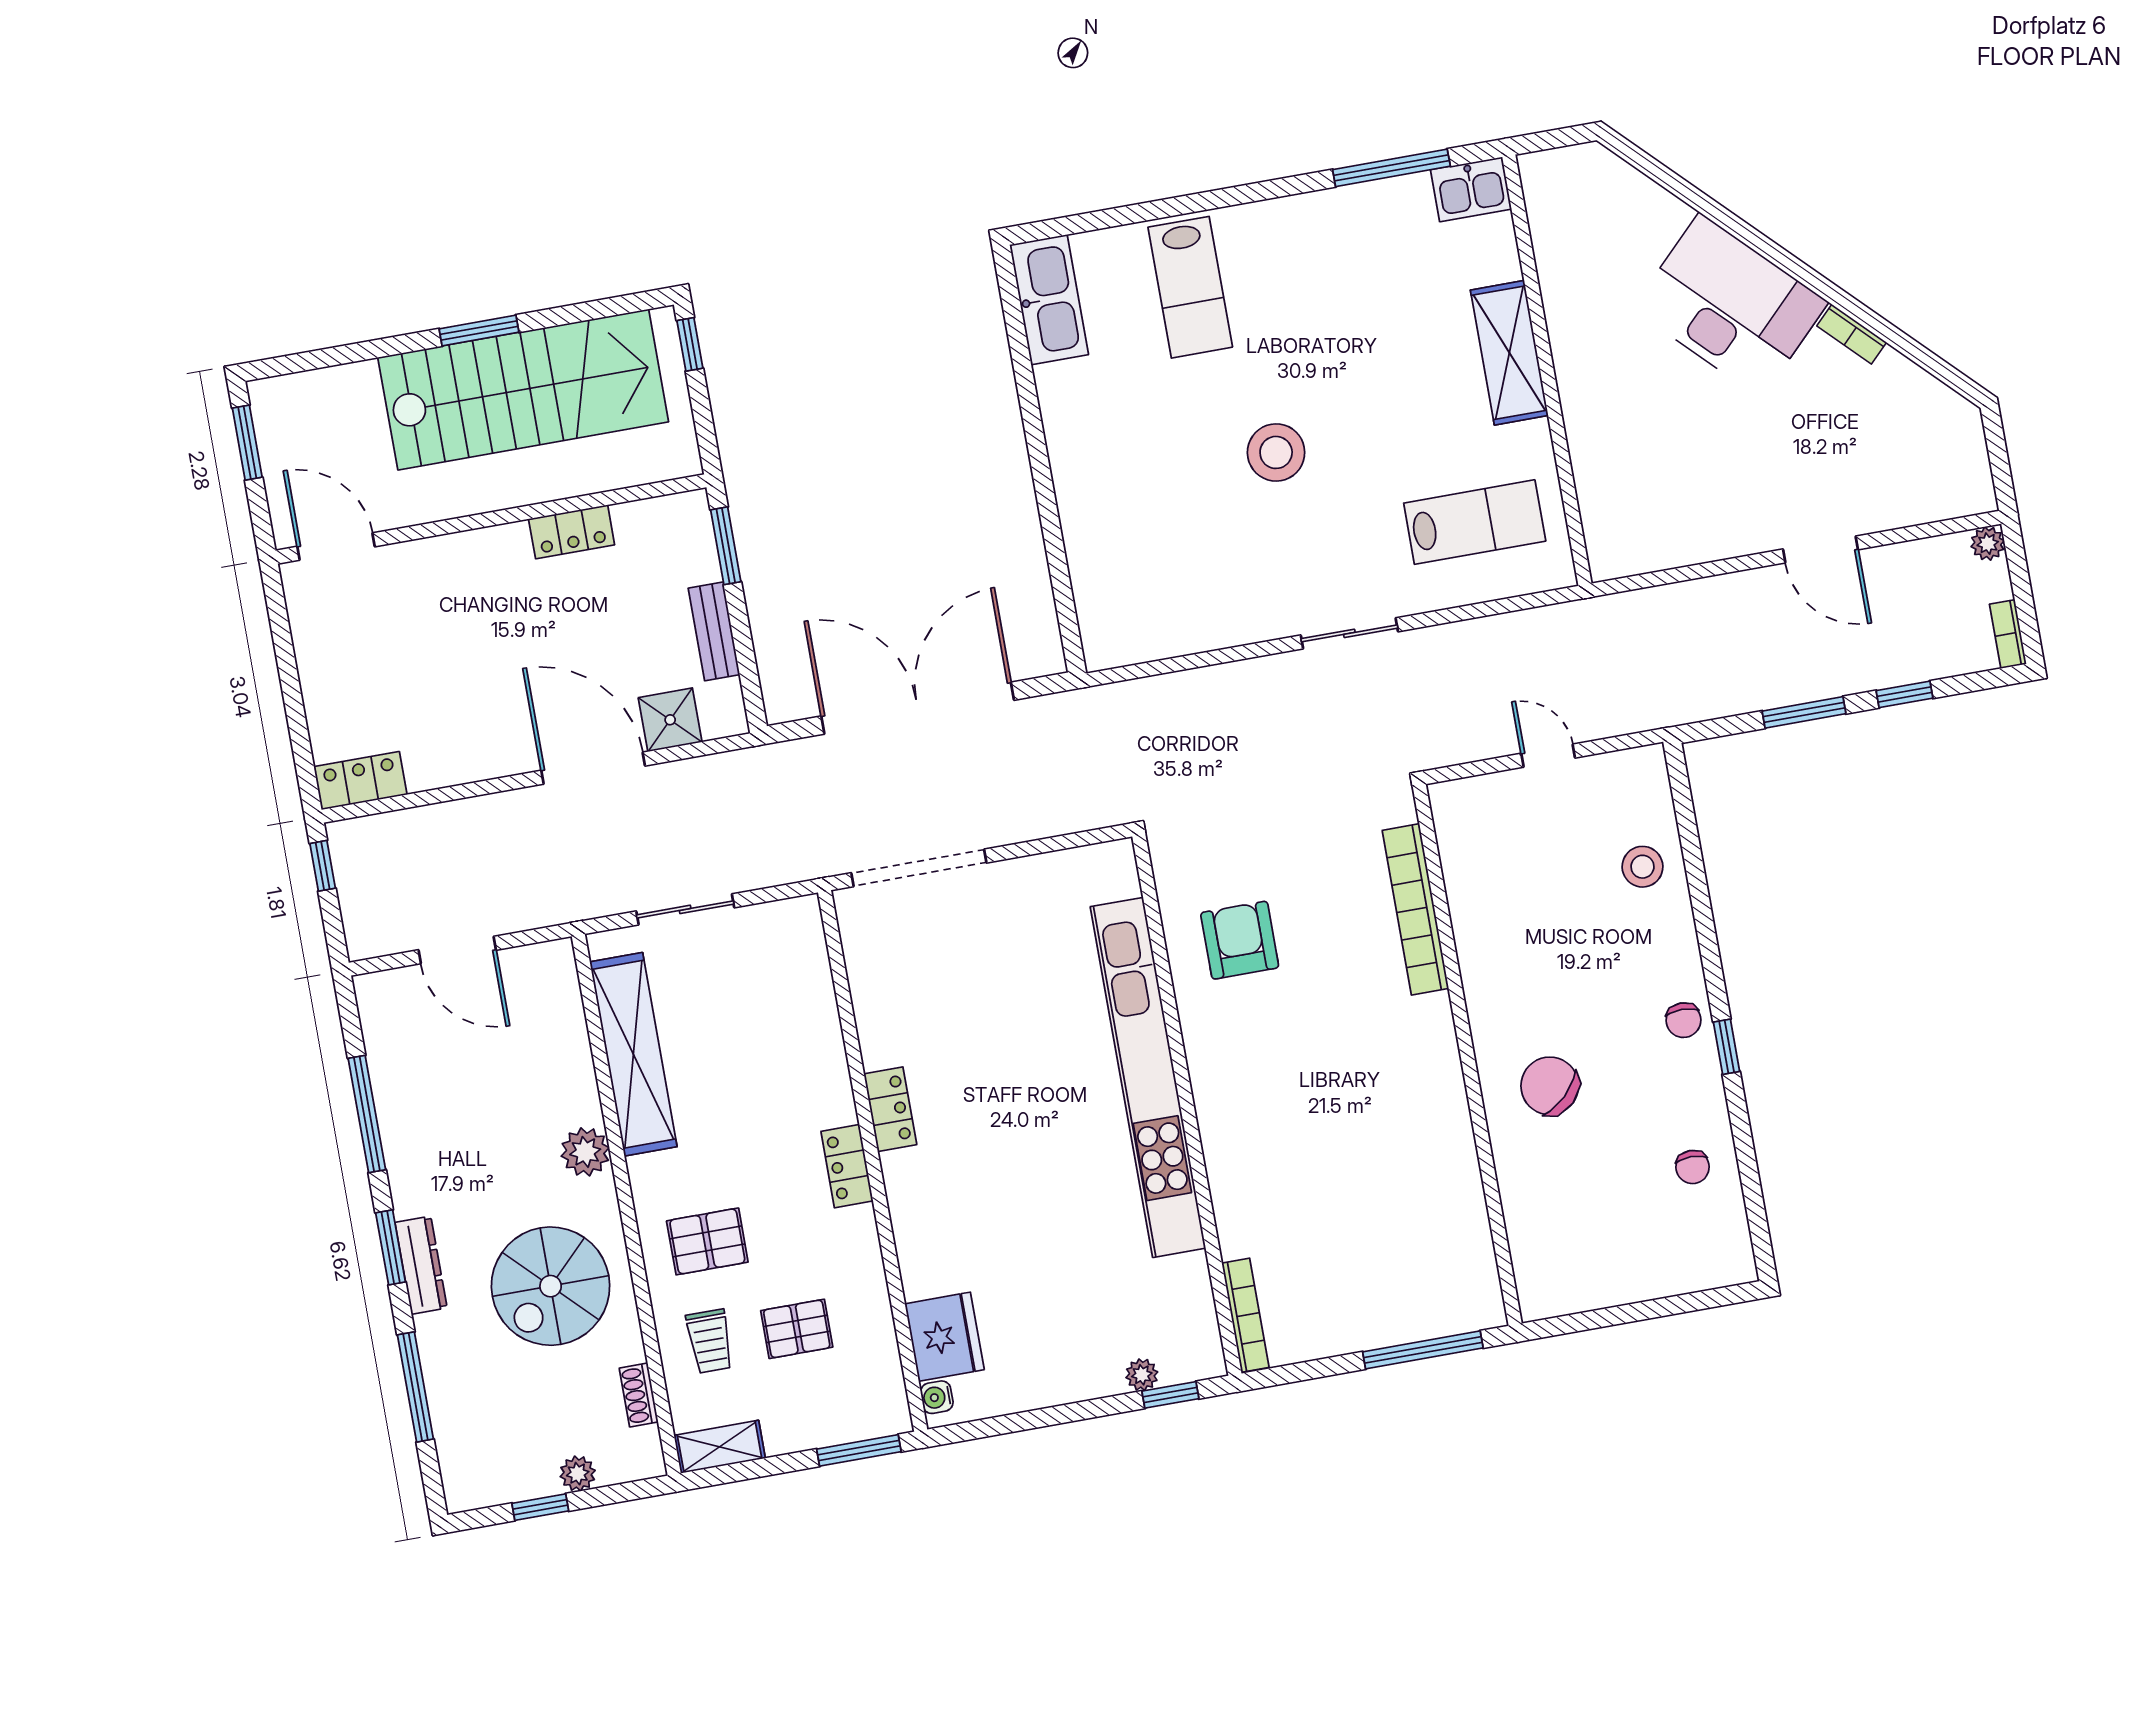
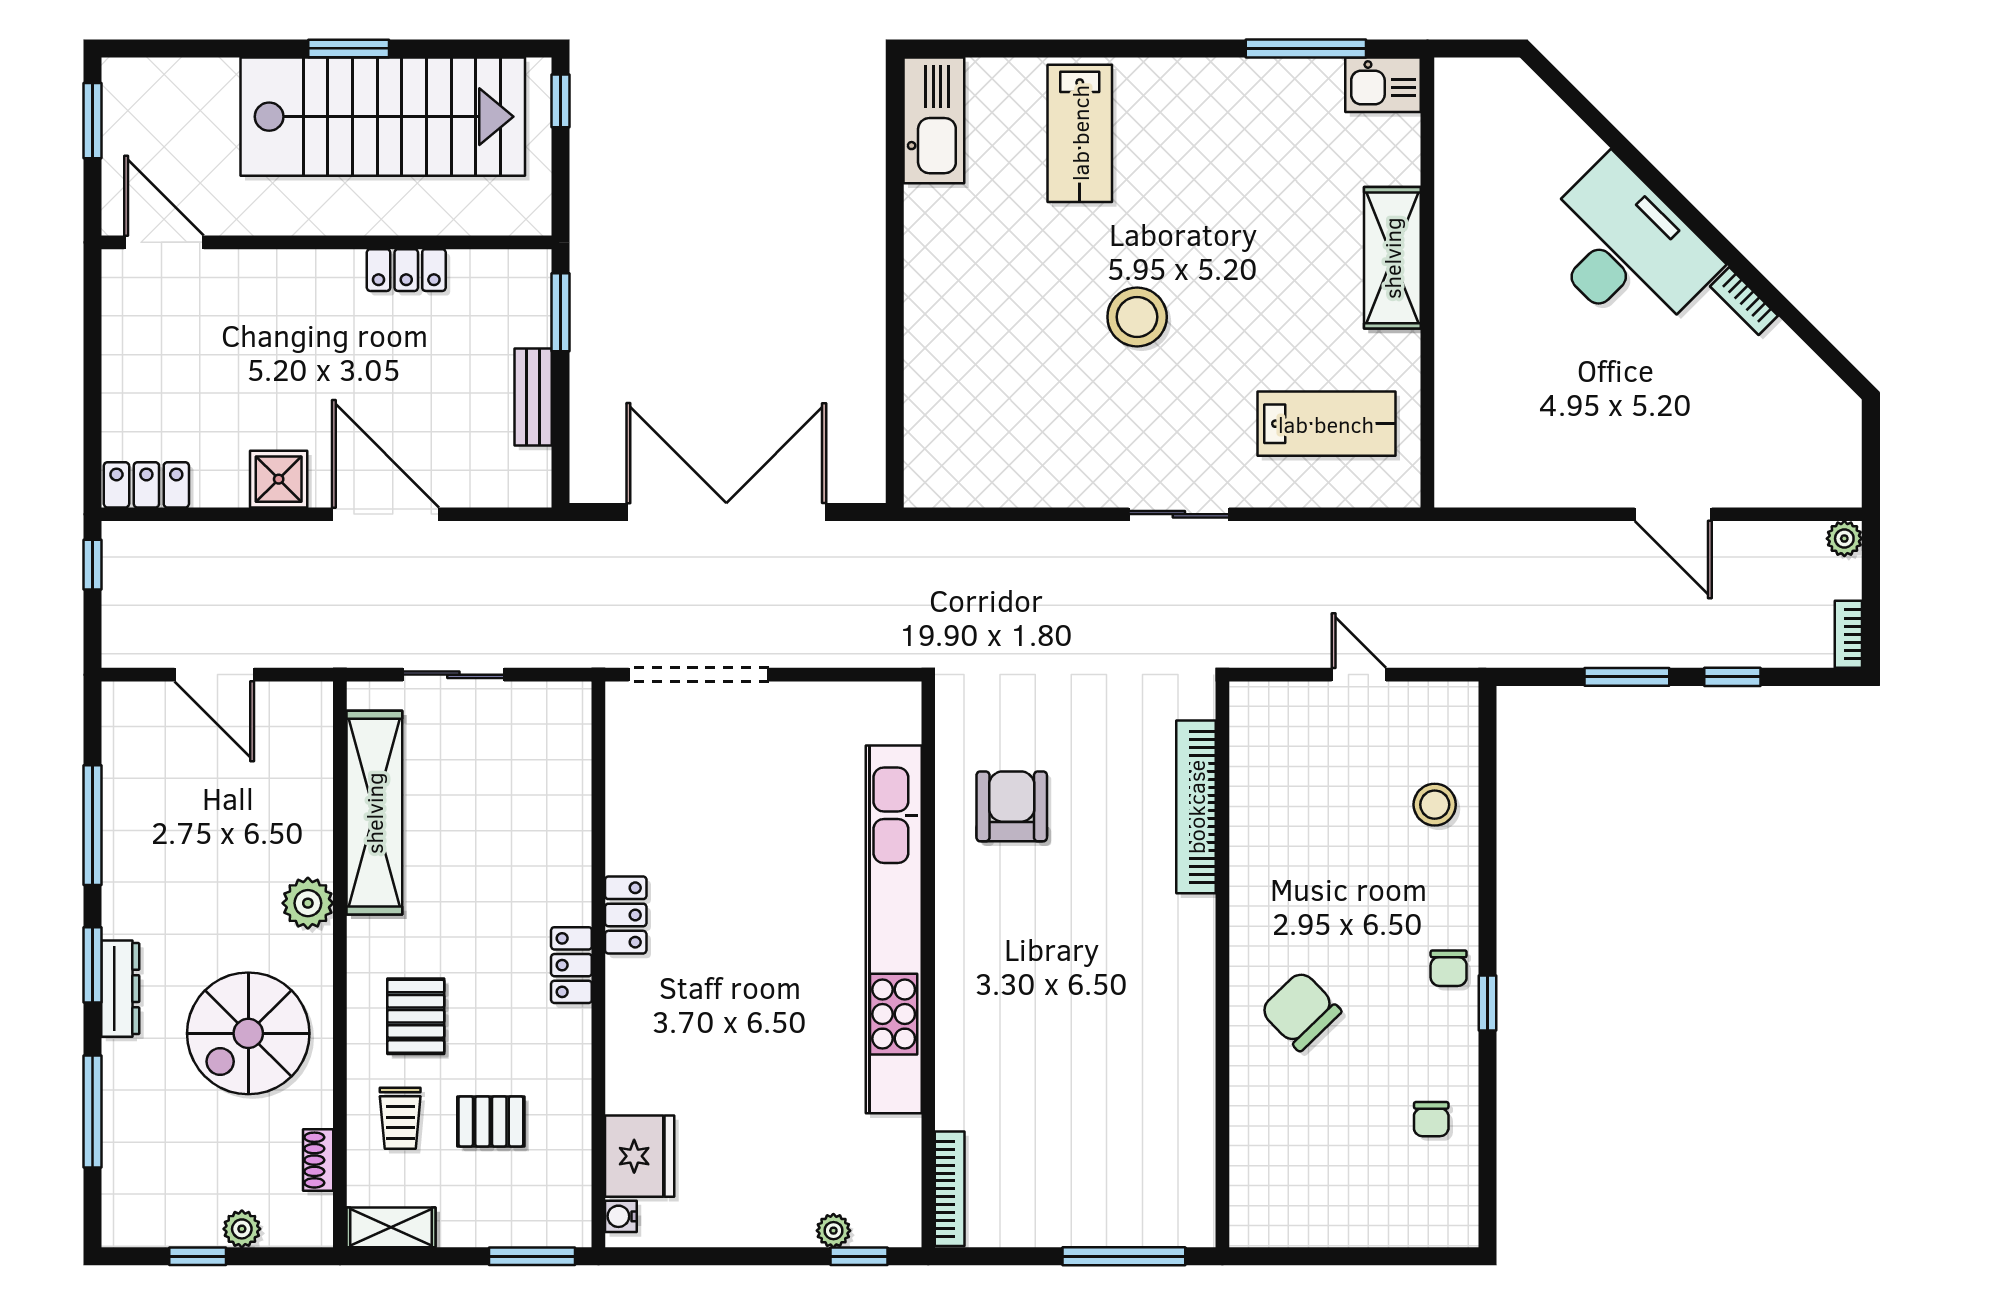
shower: (670, 720) -> (279, 479), moved
pallet: (707, 1241) -> (416, 1016), turned 90

